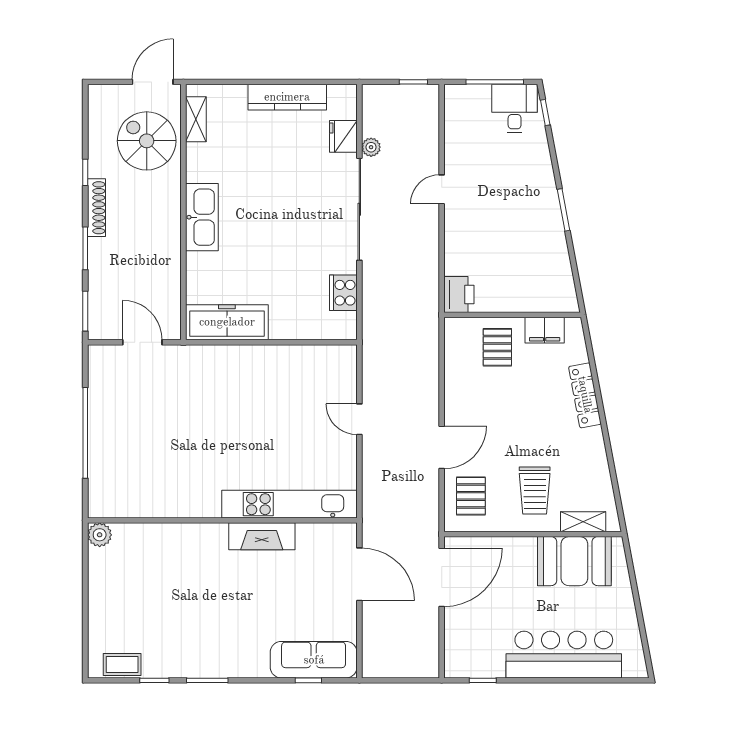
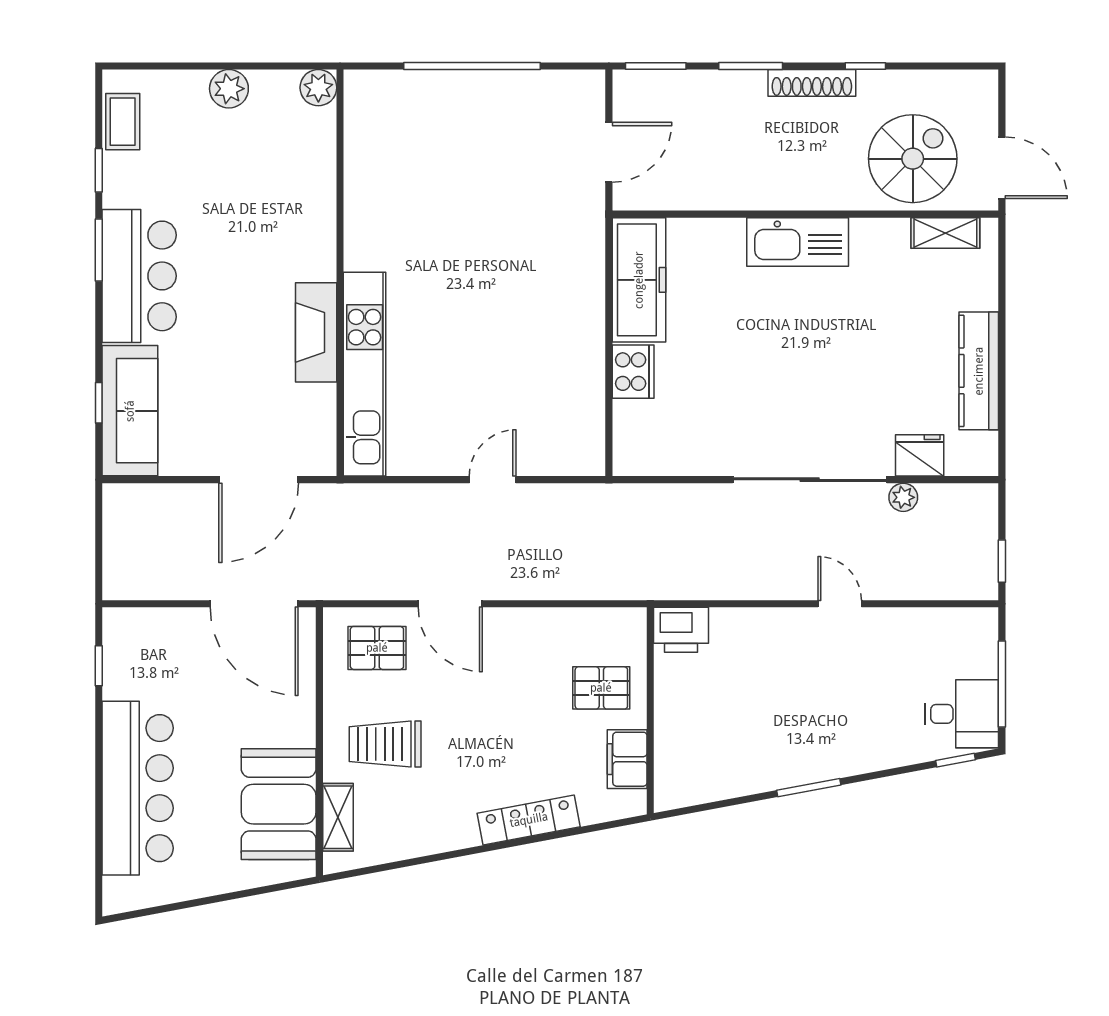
cooker: (343, 293) -> (633, 372), moved, turned 90
plant: (100, 594) -> (229, 89), added
bar counter: (224, 654) -> (139, 276), added

